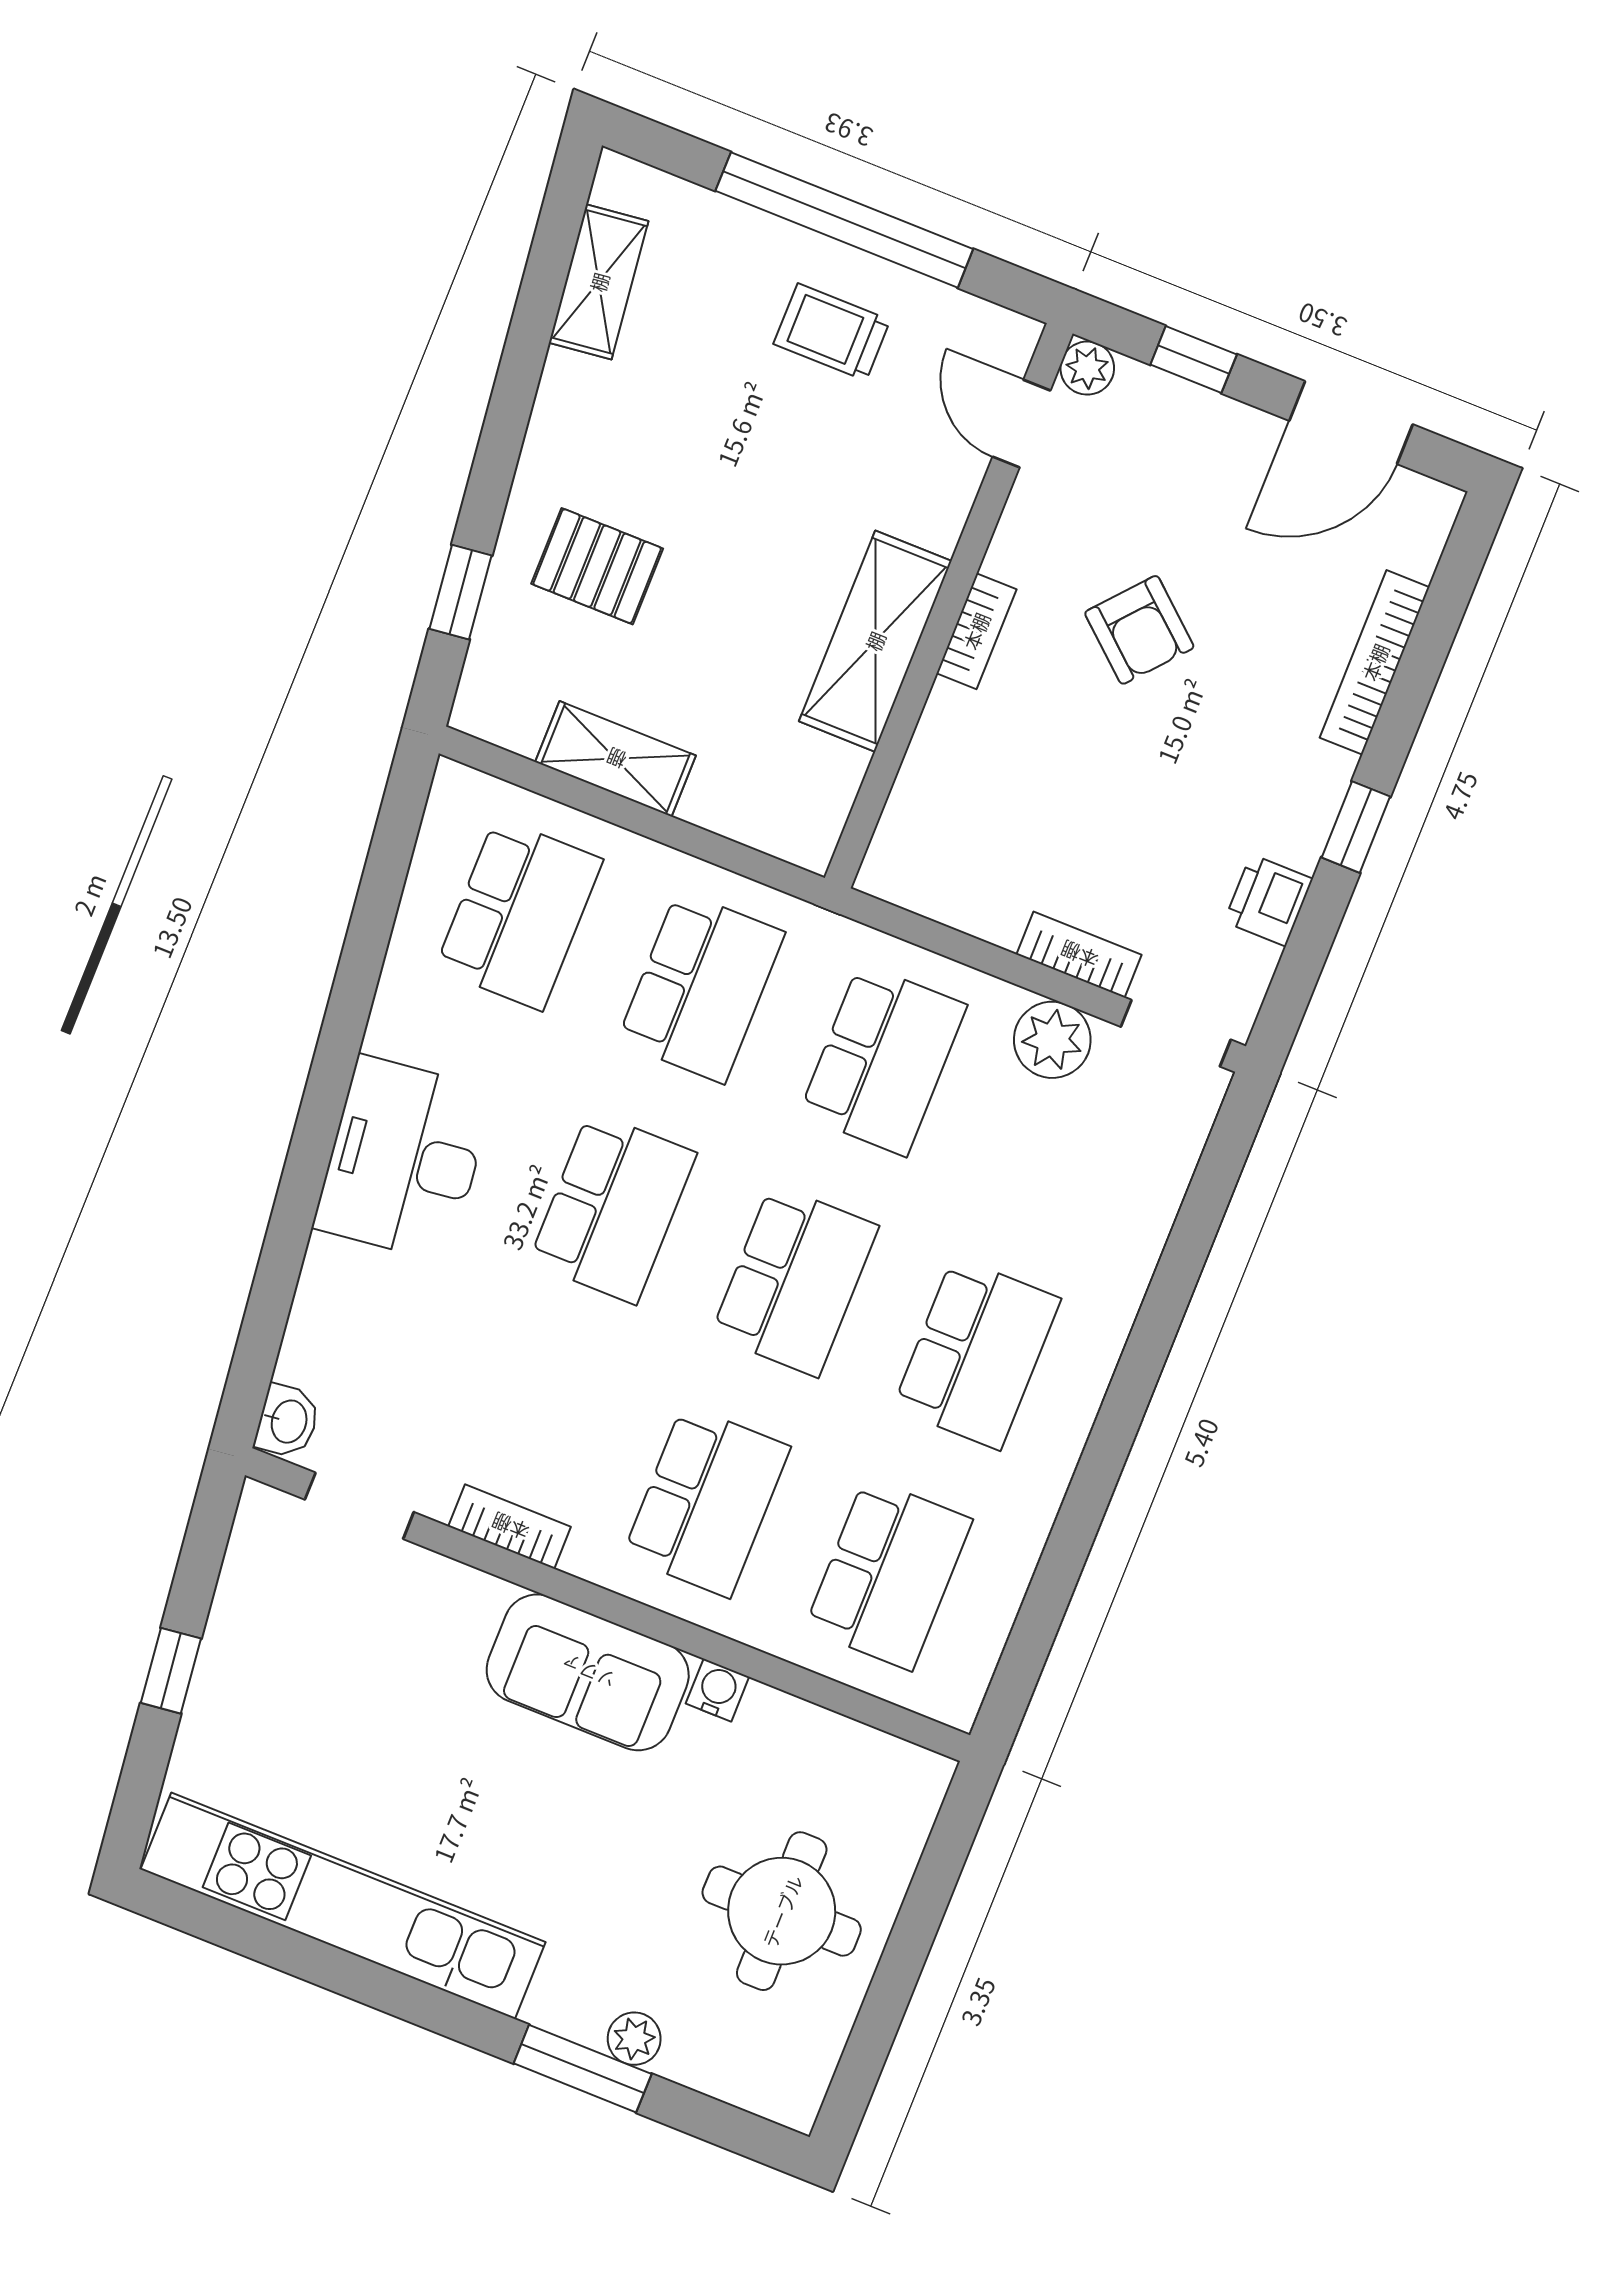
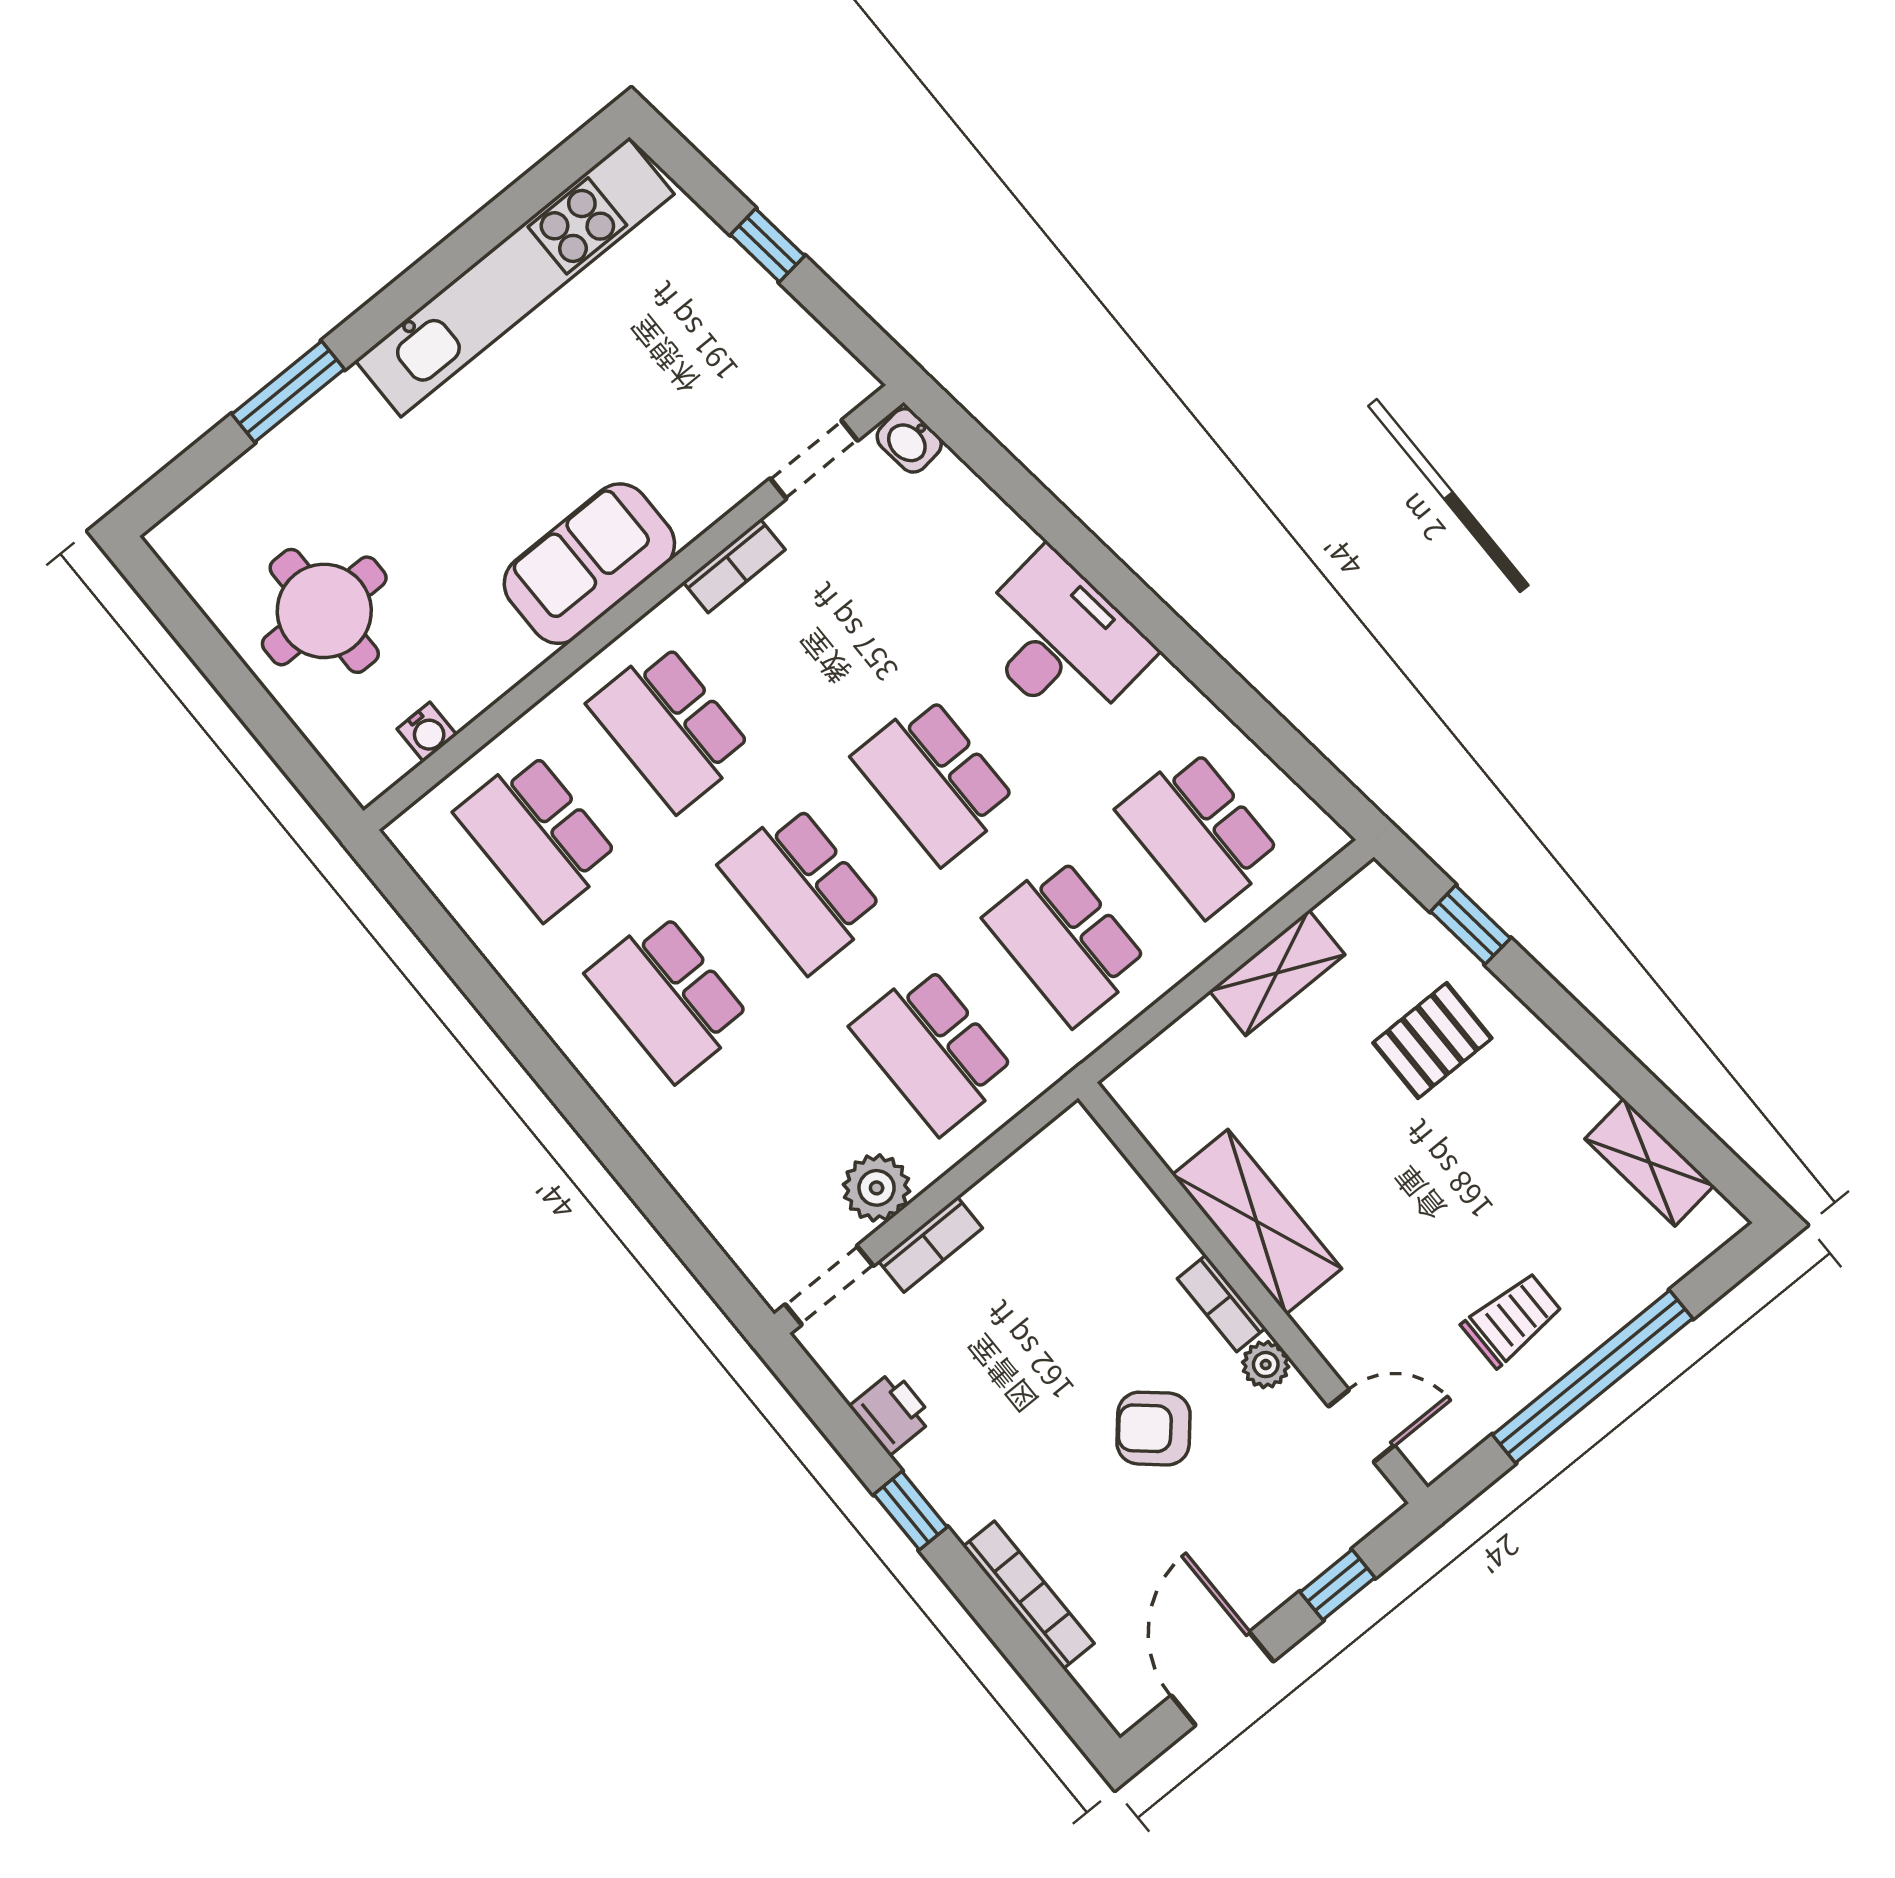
plant: (1087, 368) -> (1266, 1365), moved
water cooler: (717, 1690) -> (427, 732), moved
plant: (634, 2039) -> (289, 444), removed

